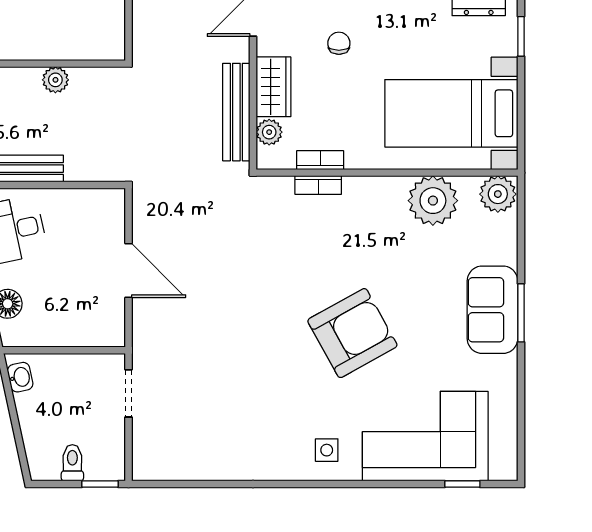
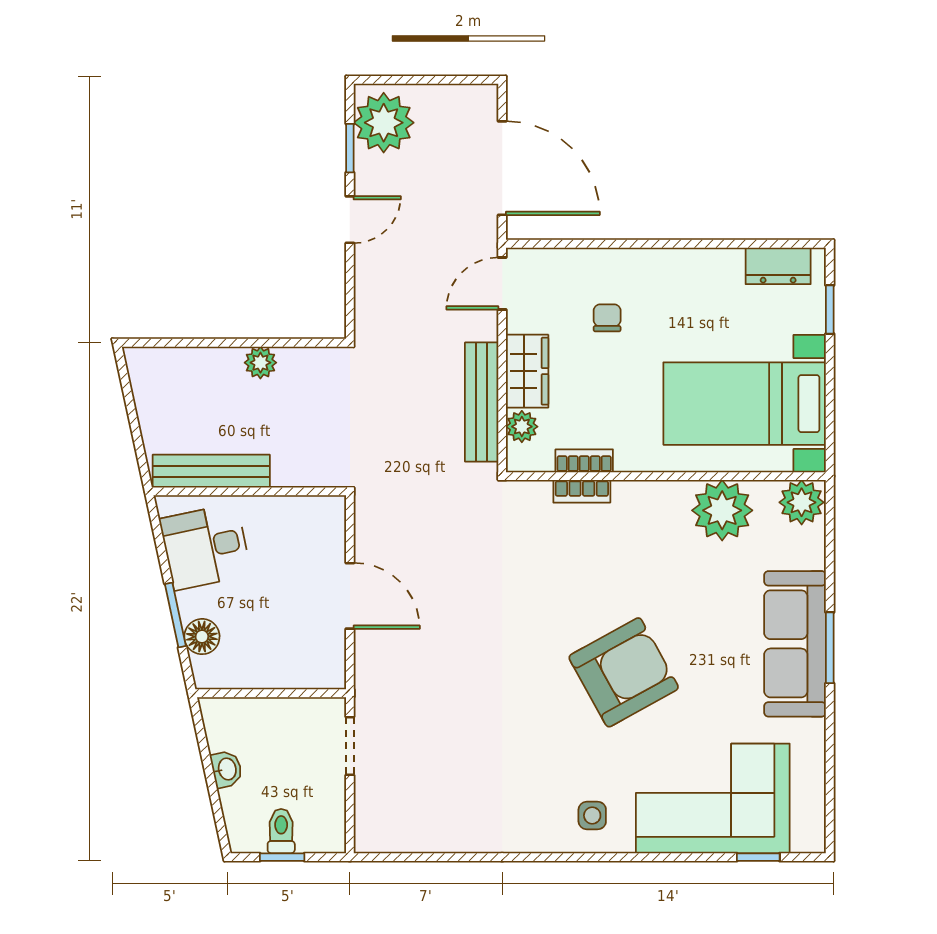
sofa: (493, 310) -> (795, 644), width x1.36
washbasin: (20, 377) -> (226, 769), moved
window: (100, 484) -> (282, 857), moved

